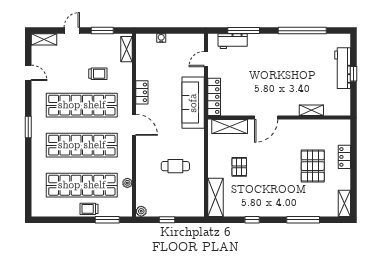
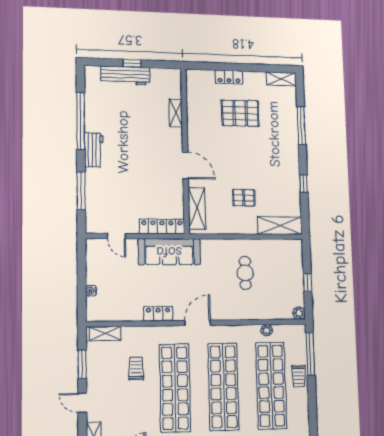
workbench: (233, 41) -> (94, 150), moved
window: (107, 220) -> (310, 354), width x1.44

